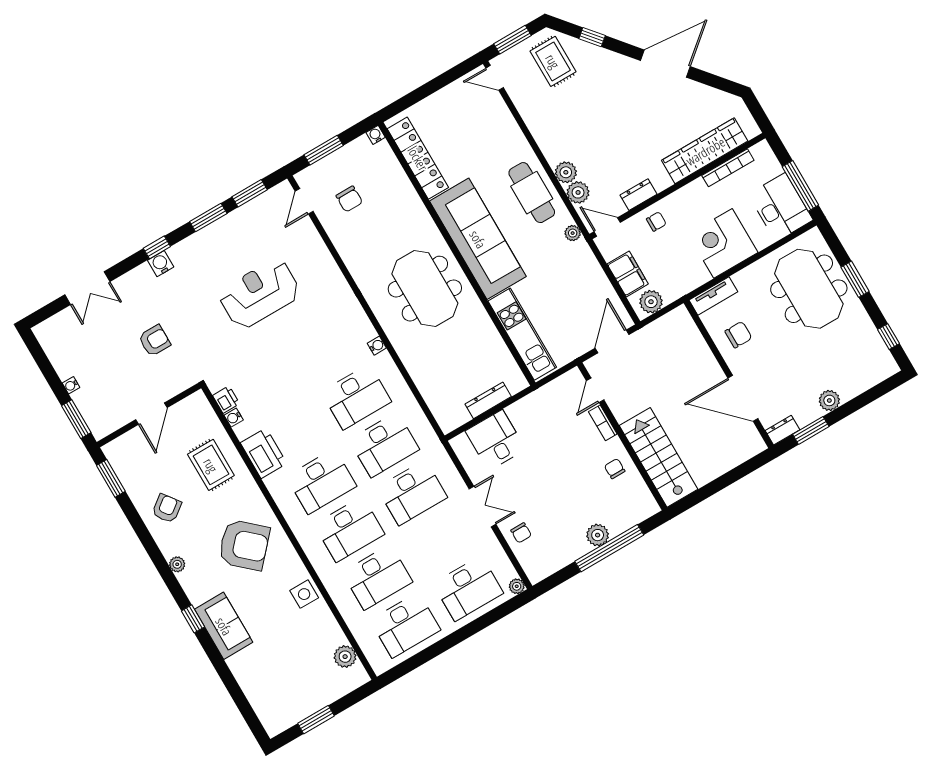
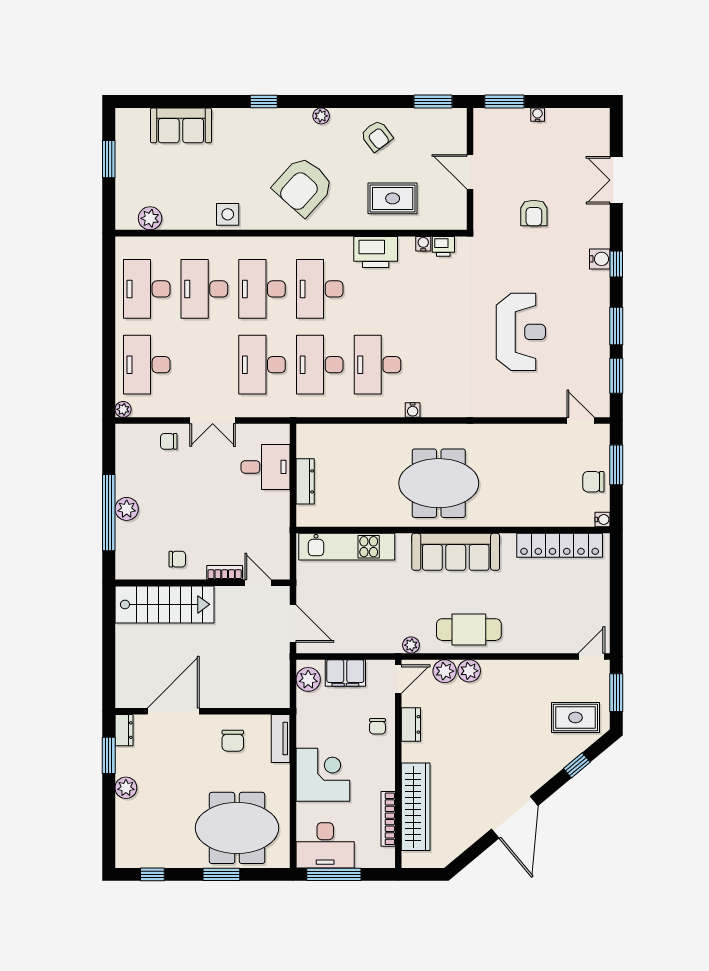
chair: (349, 199) -> (593, 482), moved
sofa: (478, 239) -> (456, 552), width x0.74, depth x0.79
sofa: (224, 626) -> (181, 125), moved

